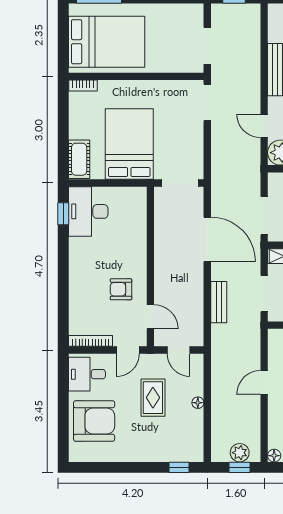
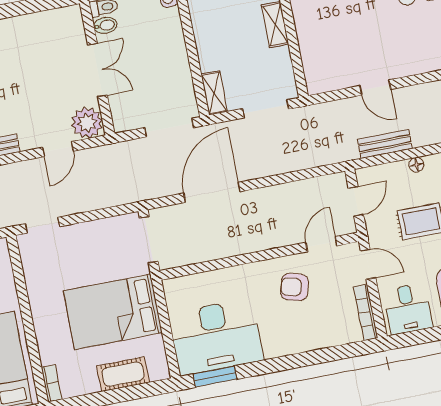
doorway: (207, 102) -> (43, 225), width x0.73
cot: (79, 159) -> (123, 374), moved
desk: (88, 211) -> (216, 337), width x1.36, depth x1.30
window: (63, 214) -> (215, 377), width x1.50
armchair: (121, 289) -> (295, 287), turned 106
bench: (219, 302) -> (385, 144), moved

